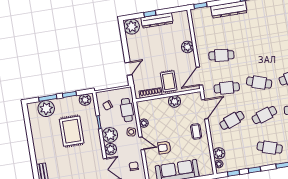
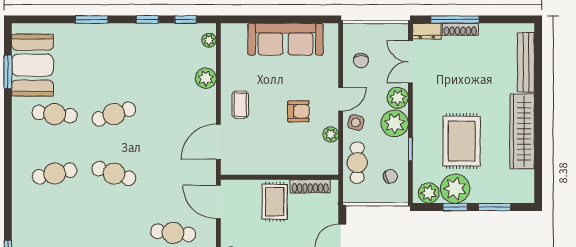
door: (199, 76) -> (218, 202), swing flipped
cafe table: (227, 88) -> (173, 173), removed
plant: (175, 101) -> (270, 164), removed
plant: (46, 109) -> (455, 189), moved
cafe table: (232, 120) -> (173, 114), removed
wardrobe: (39, 142) -> (522, 131), added
door: (142, 143) -> (341, 99), swing flipped
armchair: (164, 148) -> (298, 111), moved
cafe table: (270, 148) -> (114, 55), removed
plant: (219, 153) -> (206, 78), moved

